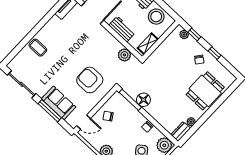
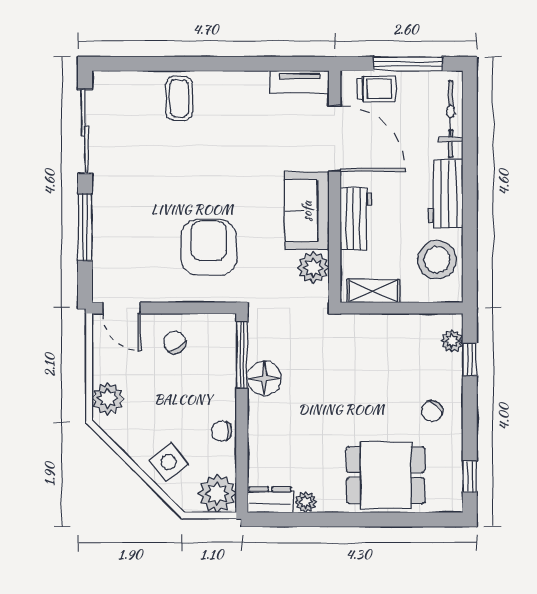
window: (214, 53) -> (470, 477), moved
sofa: (59, 103) -> (307, 211), moved, turned 180

